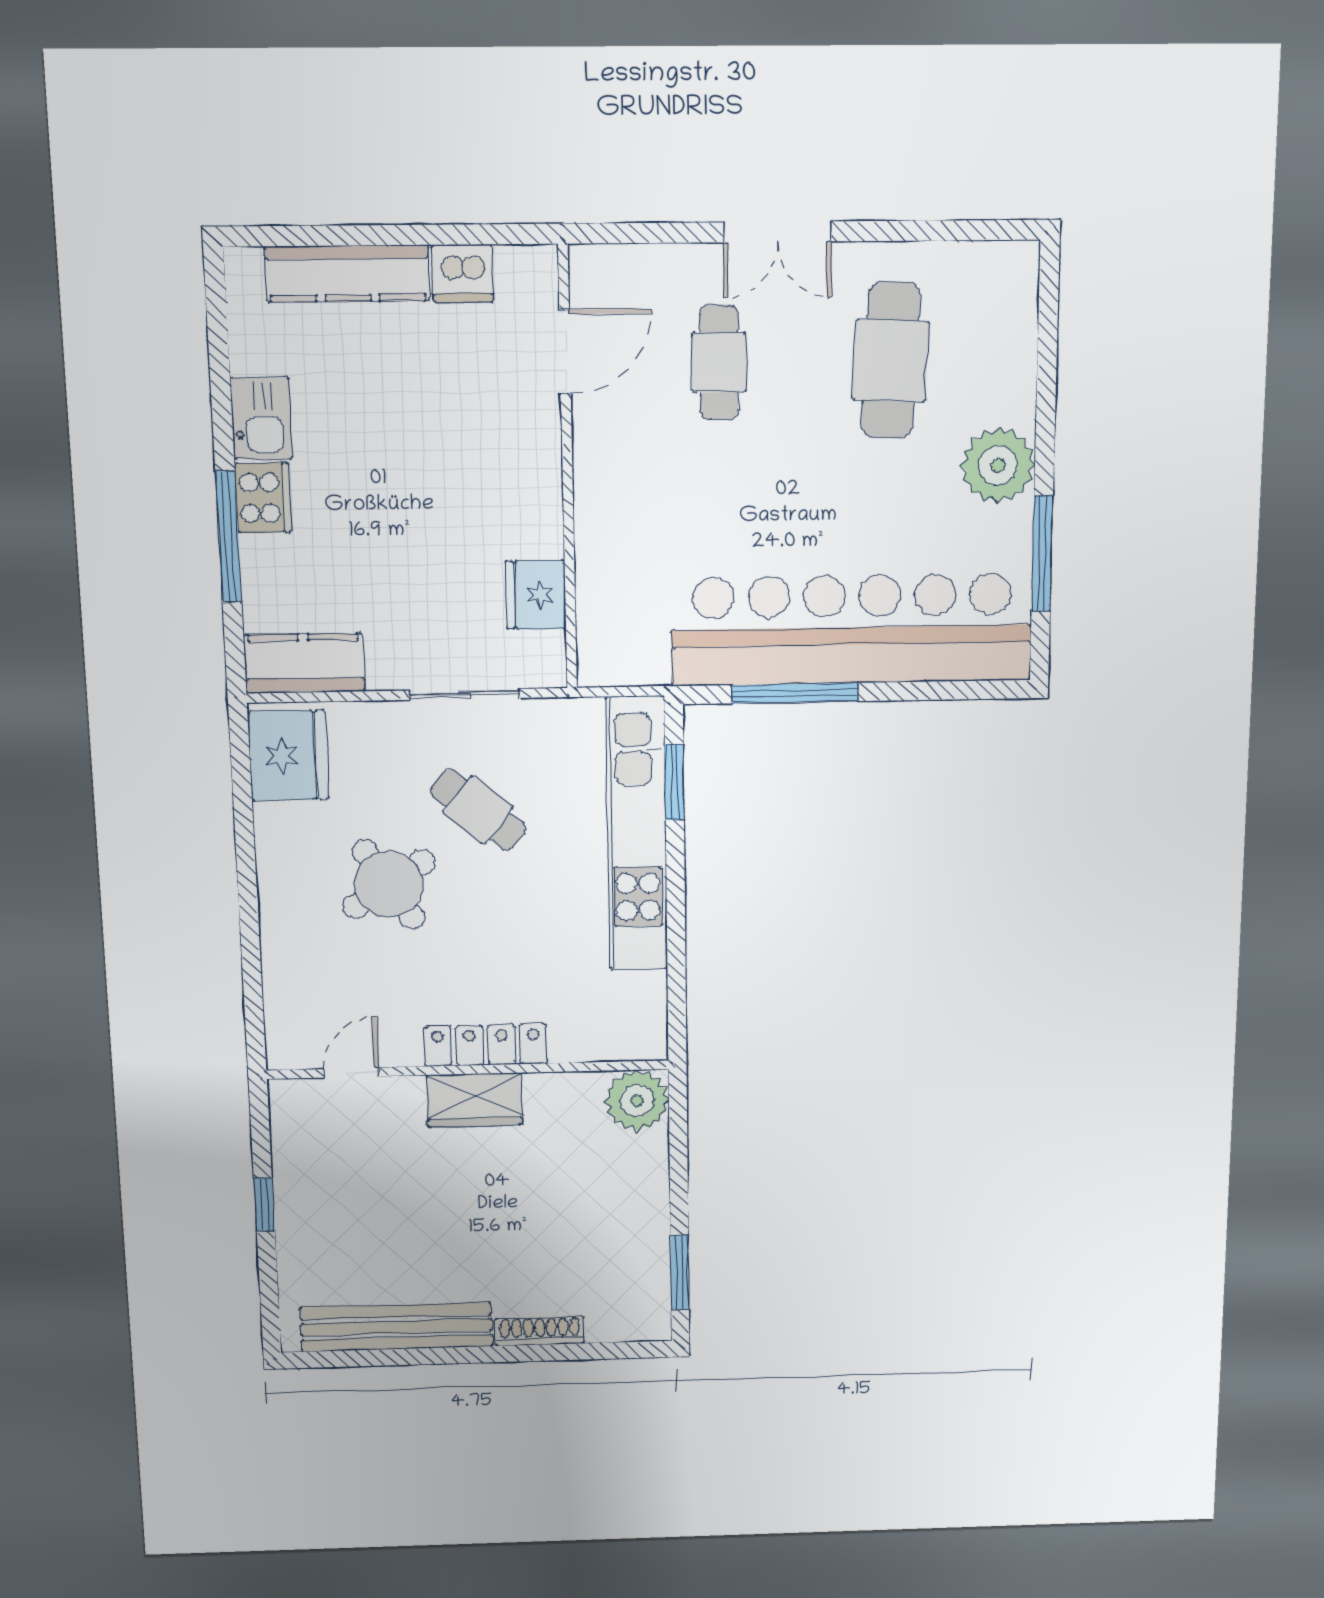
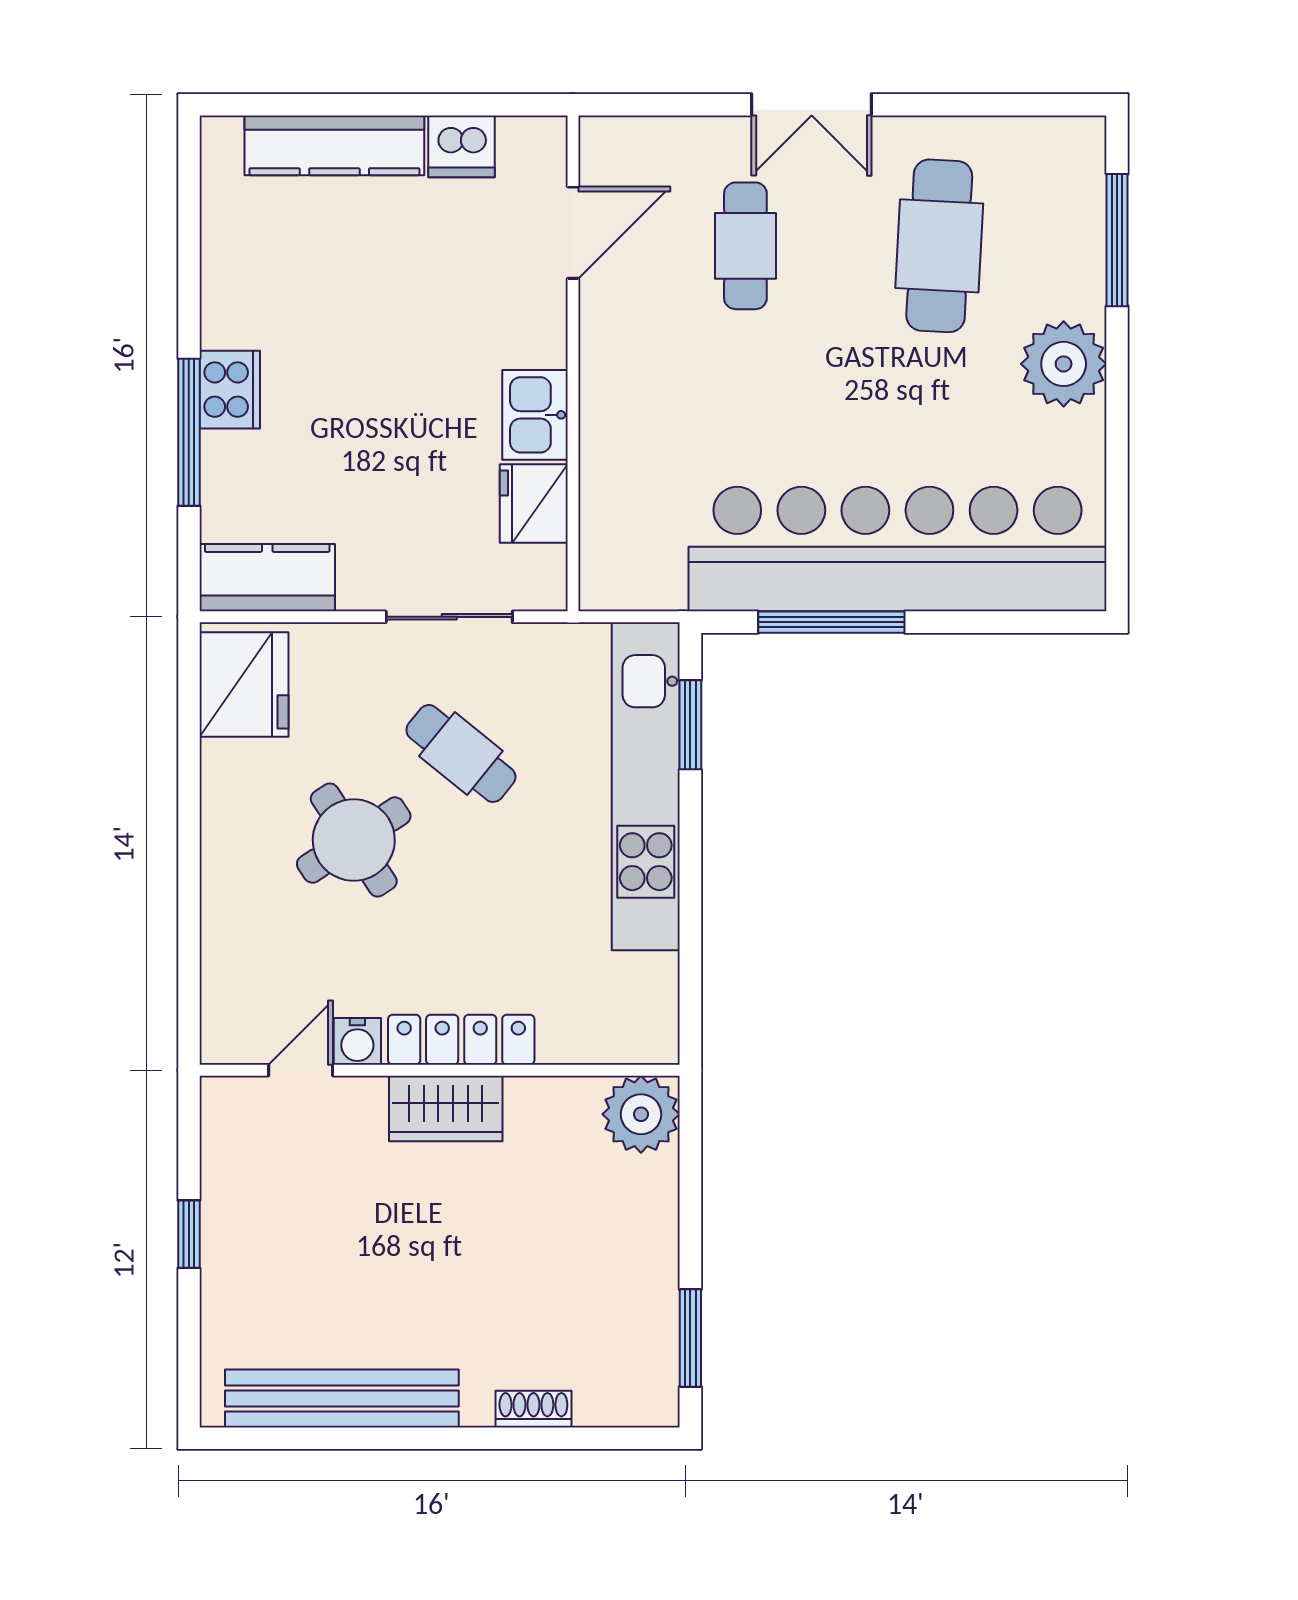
kitchen sink: (261, 418) -> (535, 415), moved, turned 180
window: (1042, 554) -> (1117, 240), moved
water cooler: (398, 1048) -> (357, 1041), added
shoe rack: (540, 1331) -> (533, 1409), width x0.70

